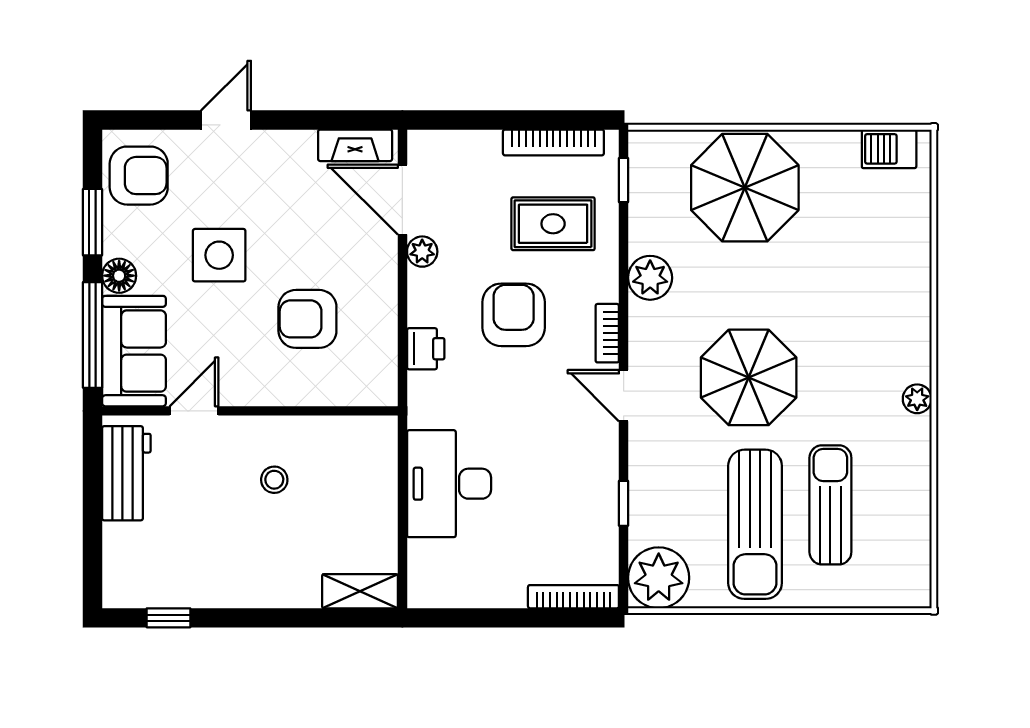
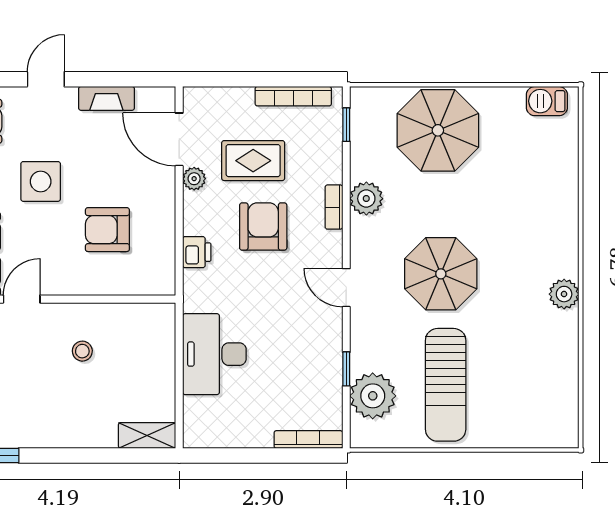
fireplace: (355, 145) -> (106, 98), moved
rug: (553, 224) -> (253, 161), moved
bookcase: (607, 333) -> (334, 207), moved
plant: (917, 399) -> (564, 294), width x1.38, depth x1.38
sun lounger: (830, 505) -> (503, 370), removed
plant: (659, 578) -> (373, 396), moved

